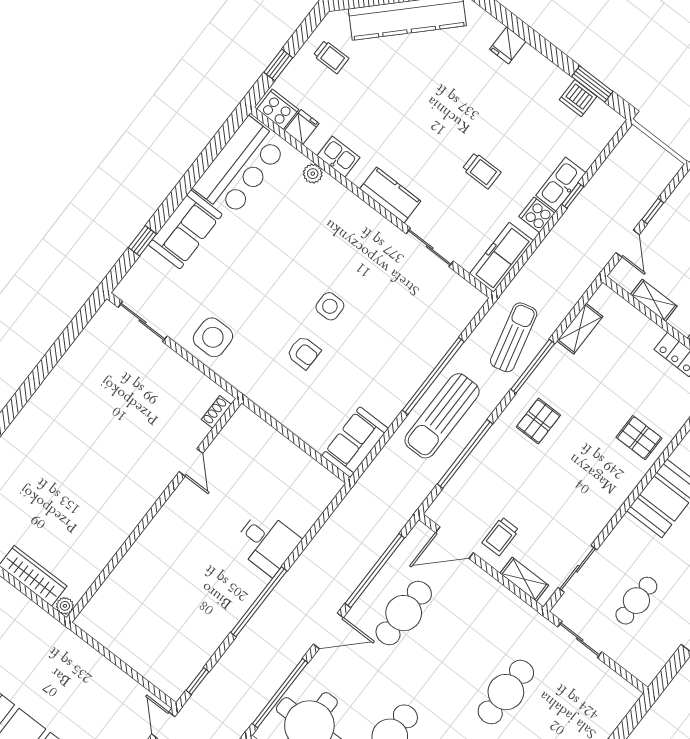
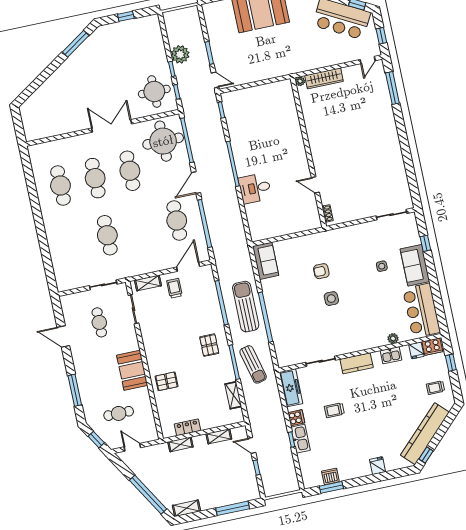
side table: (213, 337) -> (382, 266), moved, width x0.54, depth x0.54

